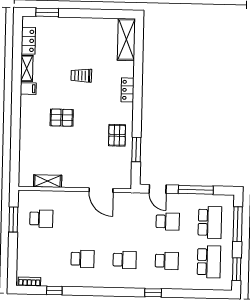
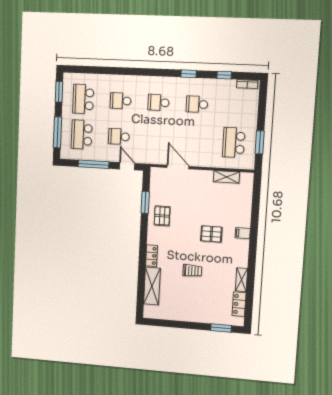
shelving: (126, 39) -> (152, 286), moved
filing cabinet: (28, 89) -> (243, 233), moved
school desk: (41, 219) -> (234, 143), width x1.85
window: (153, 293) -> (189, 74), moved

